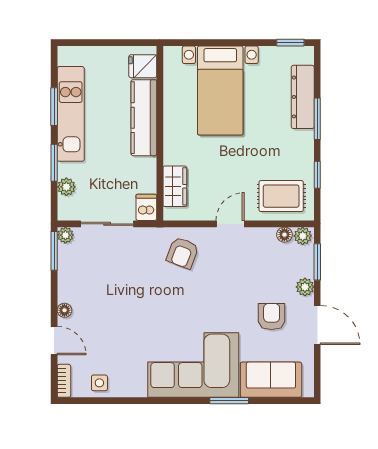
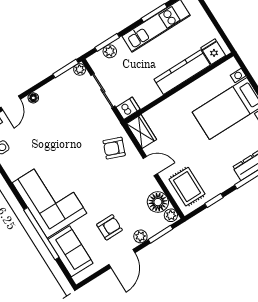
window: (54, 163) -> (107, 42), moved
wardrobe: (175, 186) -> (142, 132), moved, turned -90
floor lamp: (284, 235) -> (158, 202), width x1.89, depth x1.89
window: (229, 401) -> (41, 234), width x2.11

